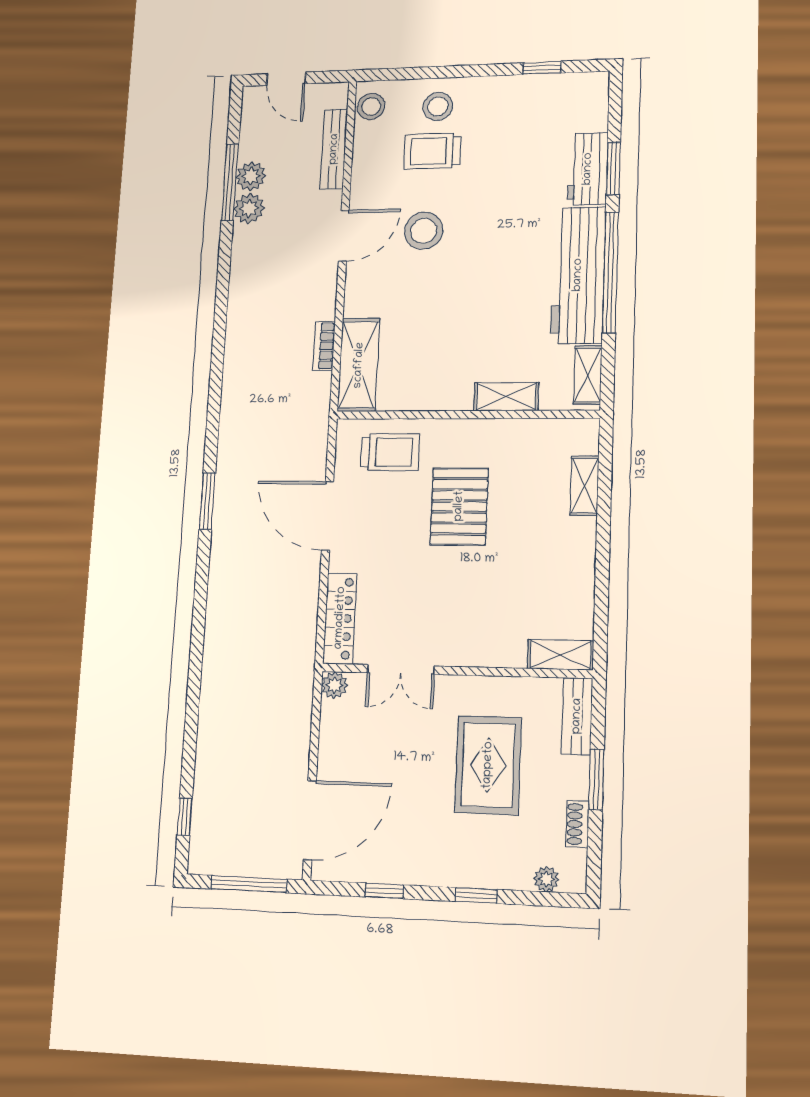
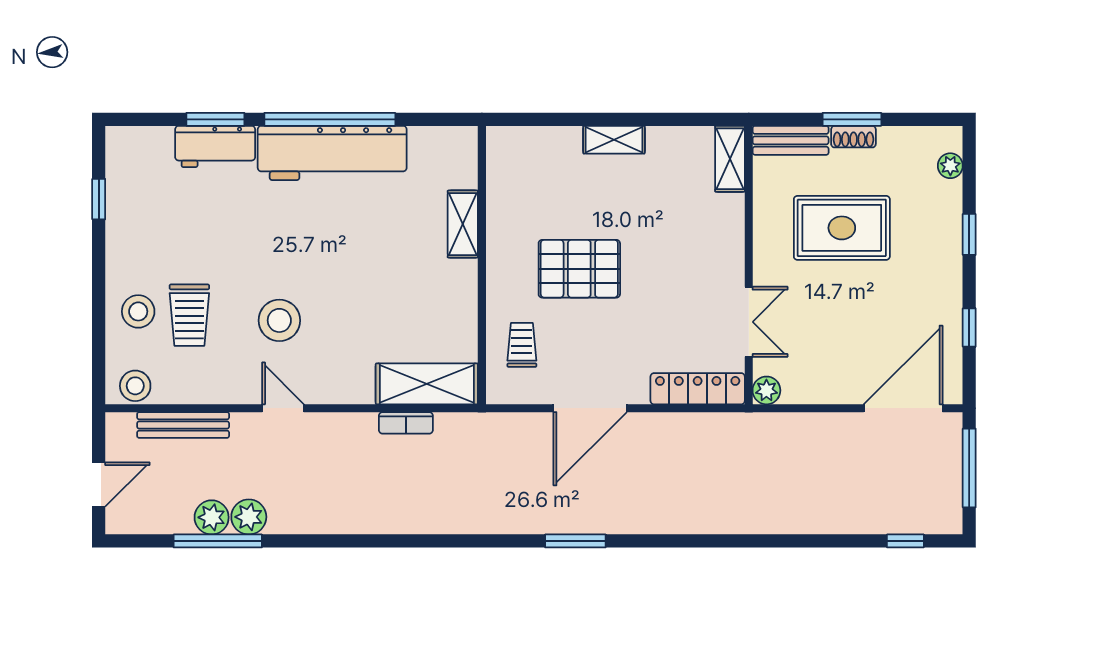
door: (344, 236) -> (283, 408), width x0.73
shelving: (588, 375) -> (440, 140), removed
trolley: (390, 452) -> (522, 345), width x0.73, depth x0.72
shelving: (585, 486) -> (614, 140), moved
door: (310, 820) -> (903, 408), hinge flipped
shoe rack: (578, 824) -> (853, 137), moved

